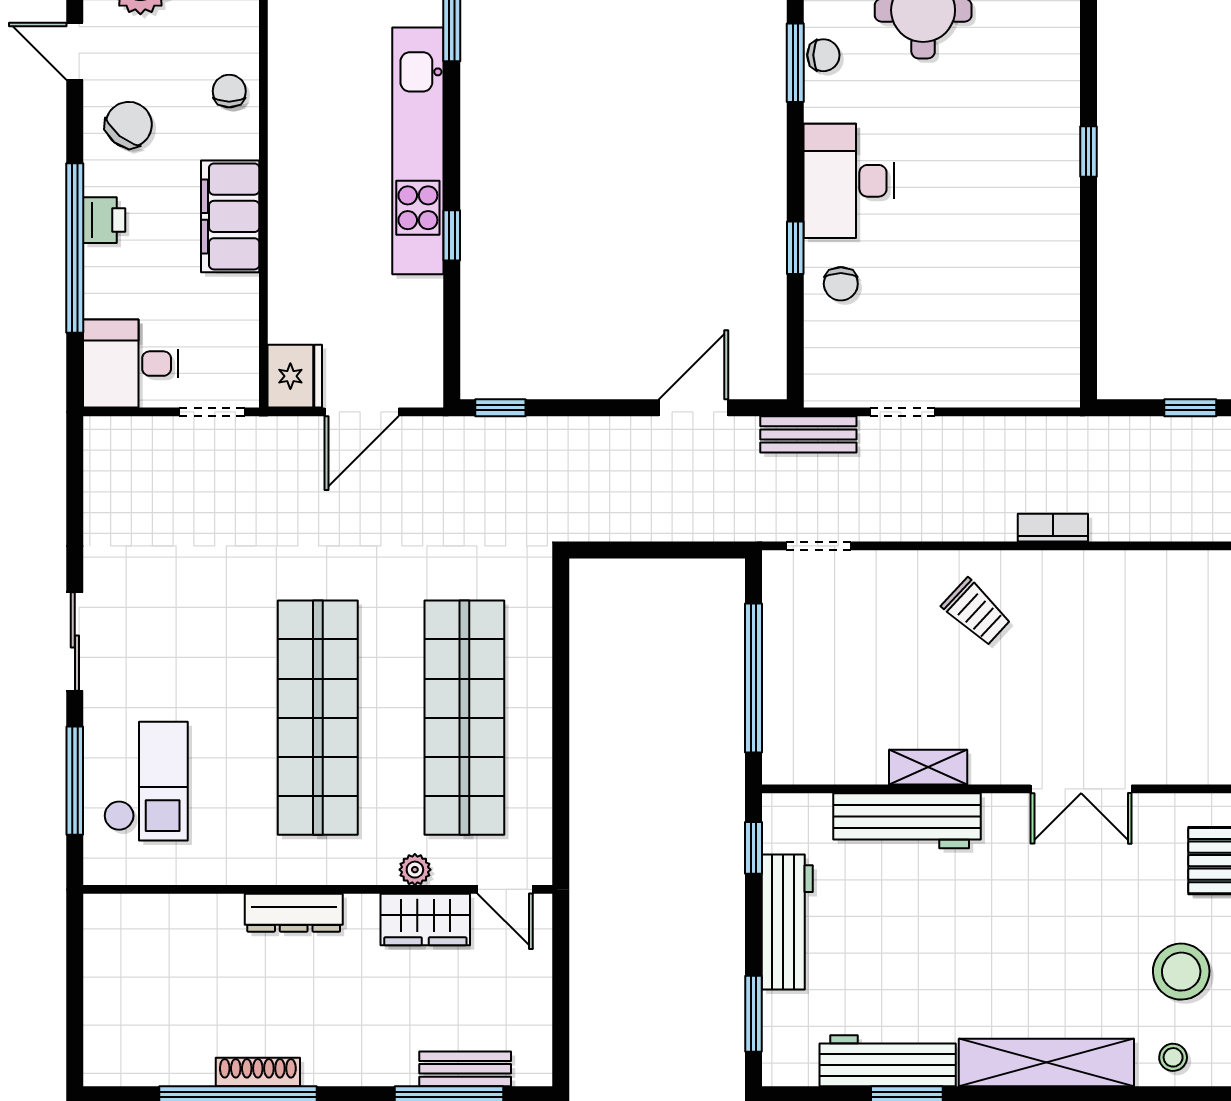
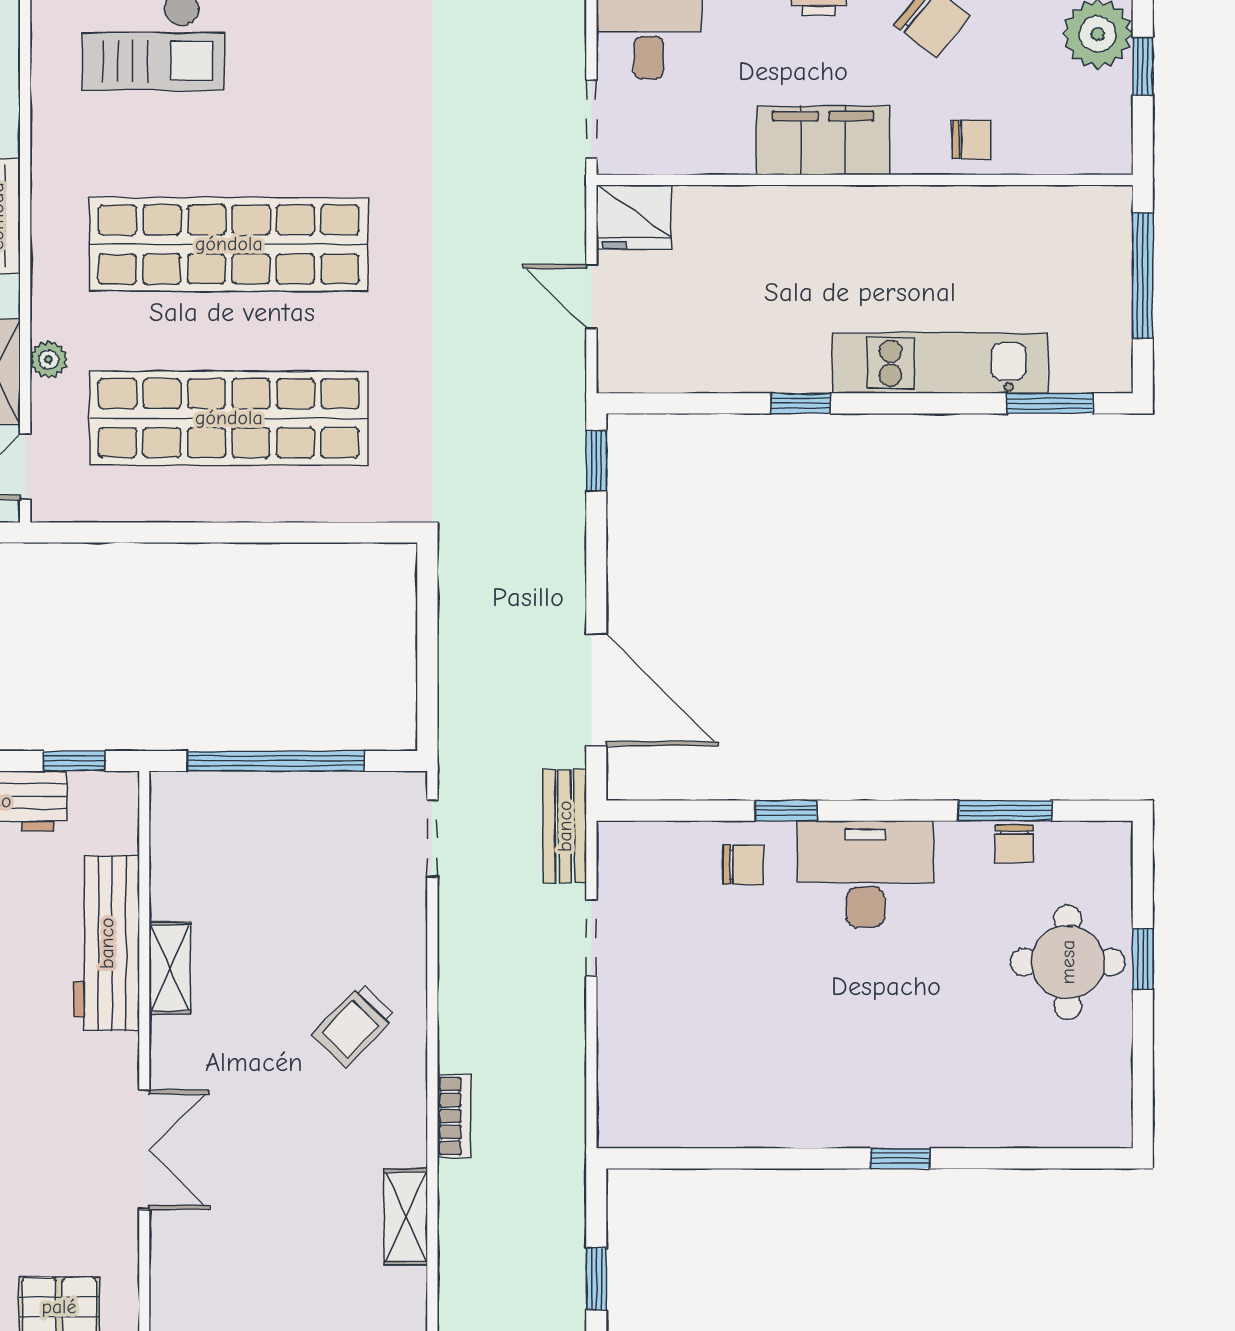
kitchen unit: (418, 151) -> (940, 363), width x0.73
chair: (841, 284) -> (743, 865), turned 180
door: (693, 408) -> (596, 690), width x1.36
door: (362, 412) -> (591, 296), width x0.73
shelving: (1138, 568) -> (406, 1217), added
double door: (1081, 789) -> (144, 1150), swing flipped

